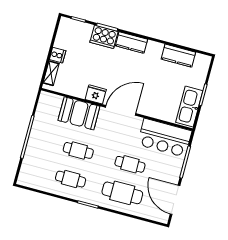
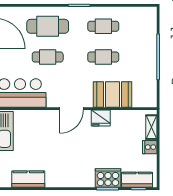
kitchen counter: (131, 43) -> (137, 180), moved
door: (121, 110) -> (71, 109), width x0.73

